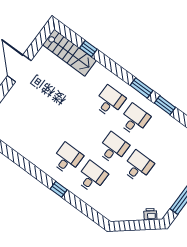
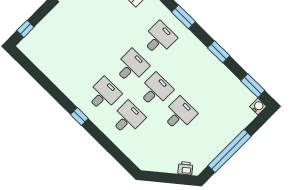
window: (142, 88) -> (184, 17), moved
desk: (134, 120) -> (131, 67), moved
window: (59, 189) -> (79, 117), moved

